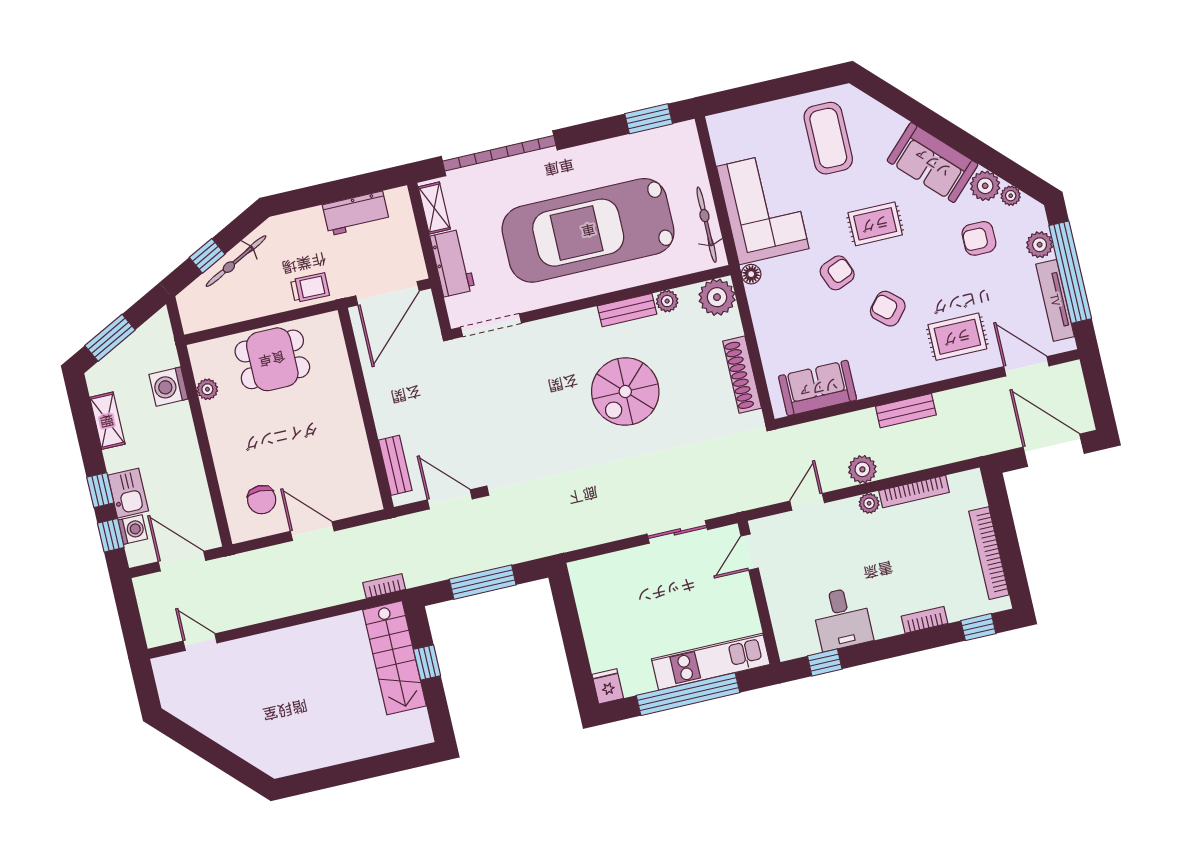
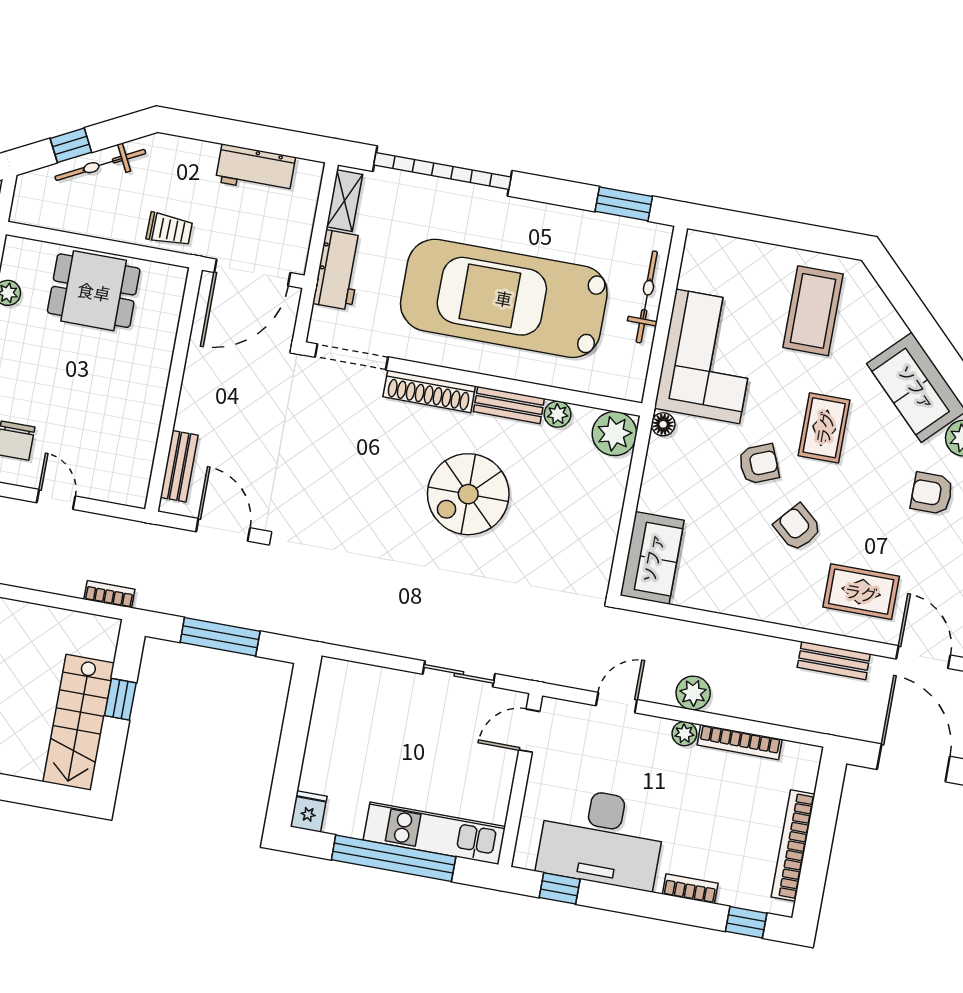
rug: (875, 224) -> (824, 428), turned 90
bicycle: (707, 225) -> (647, 297), moved
shoe rack: (742, 375) -> (429, 391), moved, turned -90
sofa: (818, 388) -> (652, 558), moved, turned 90
bench: (906, 411) -> (834, 661), moved
door: (312, 531) -> (56, 499), width x0.73
desk: (842, 619) -> (601, 838), width x1.87, depth x1.30
stairs: (394, 658) -> (79, 722), moved

